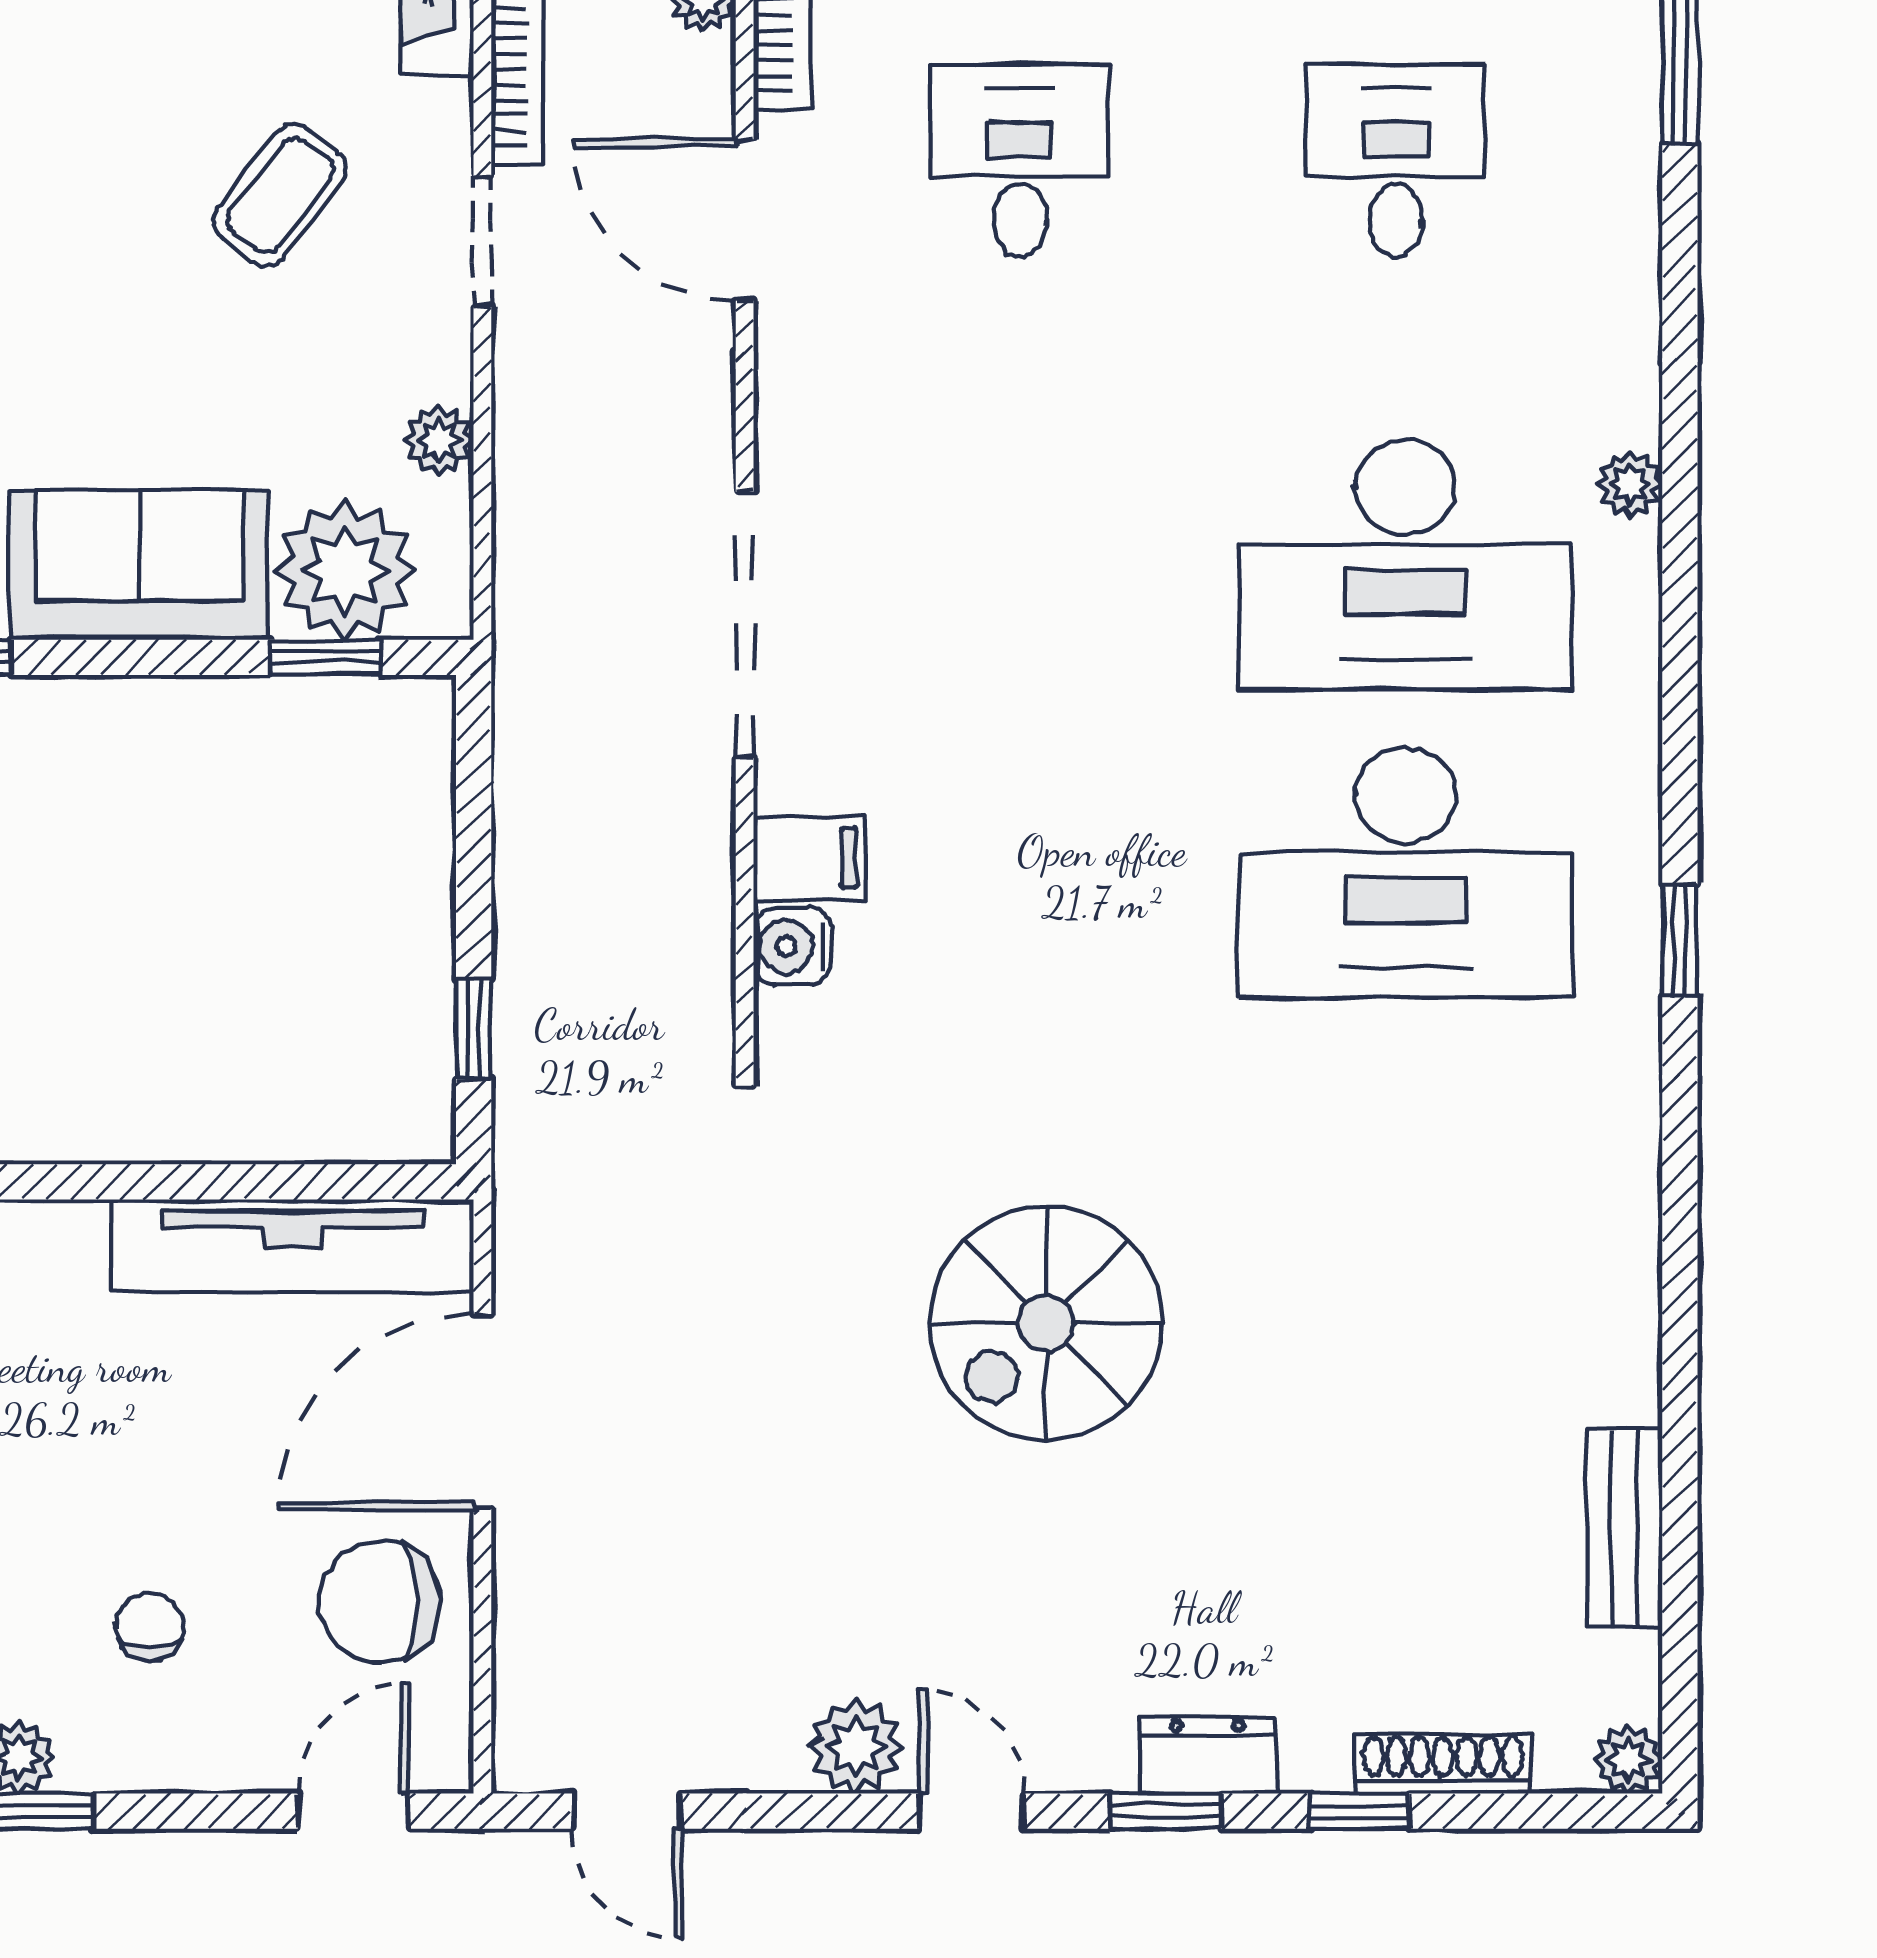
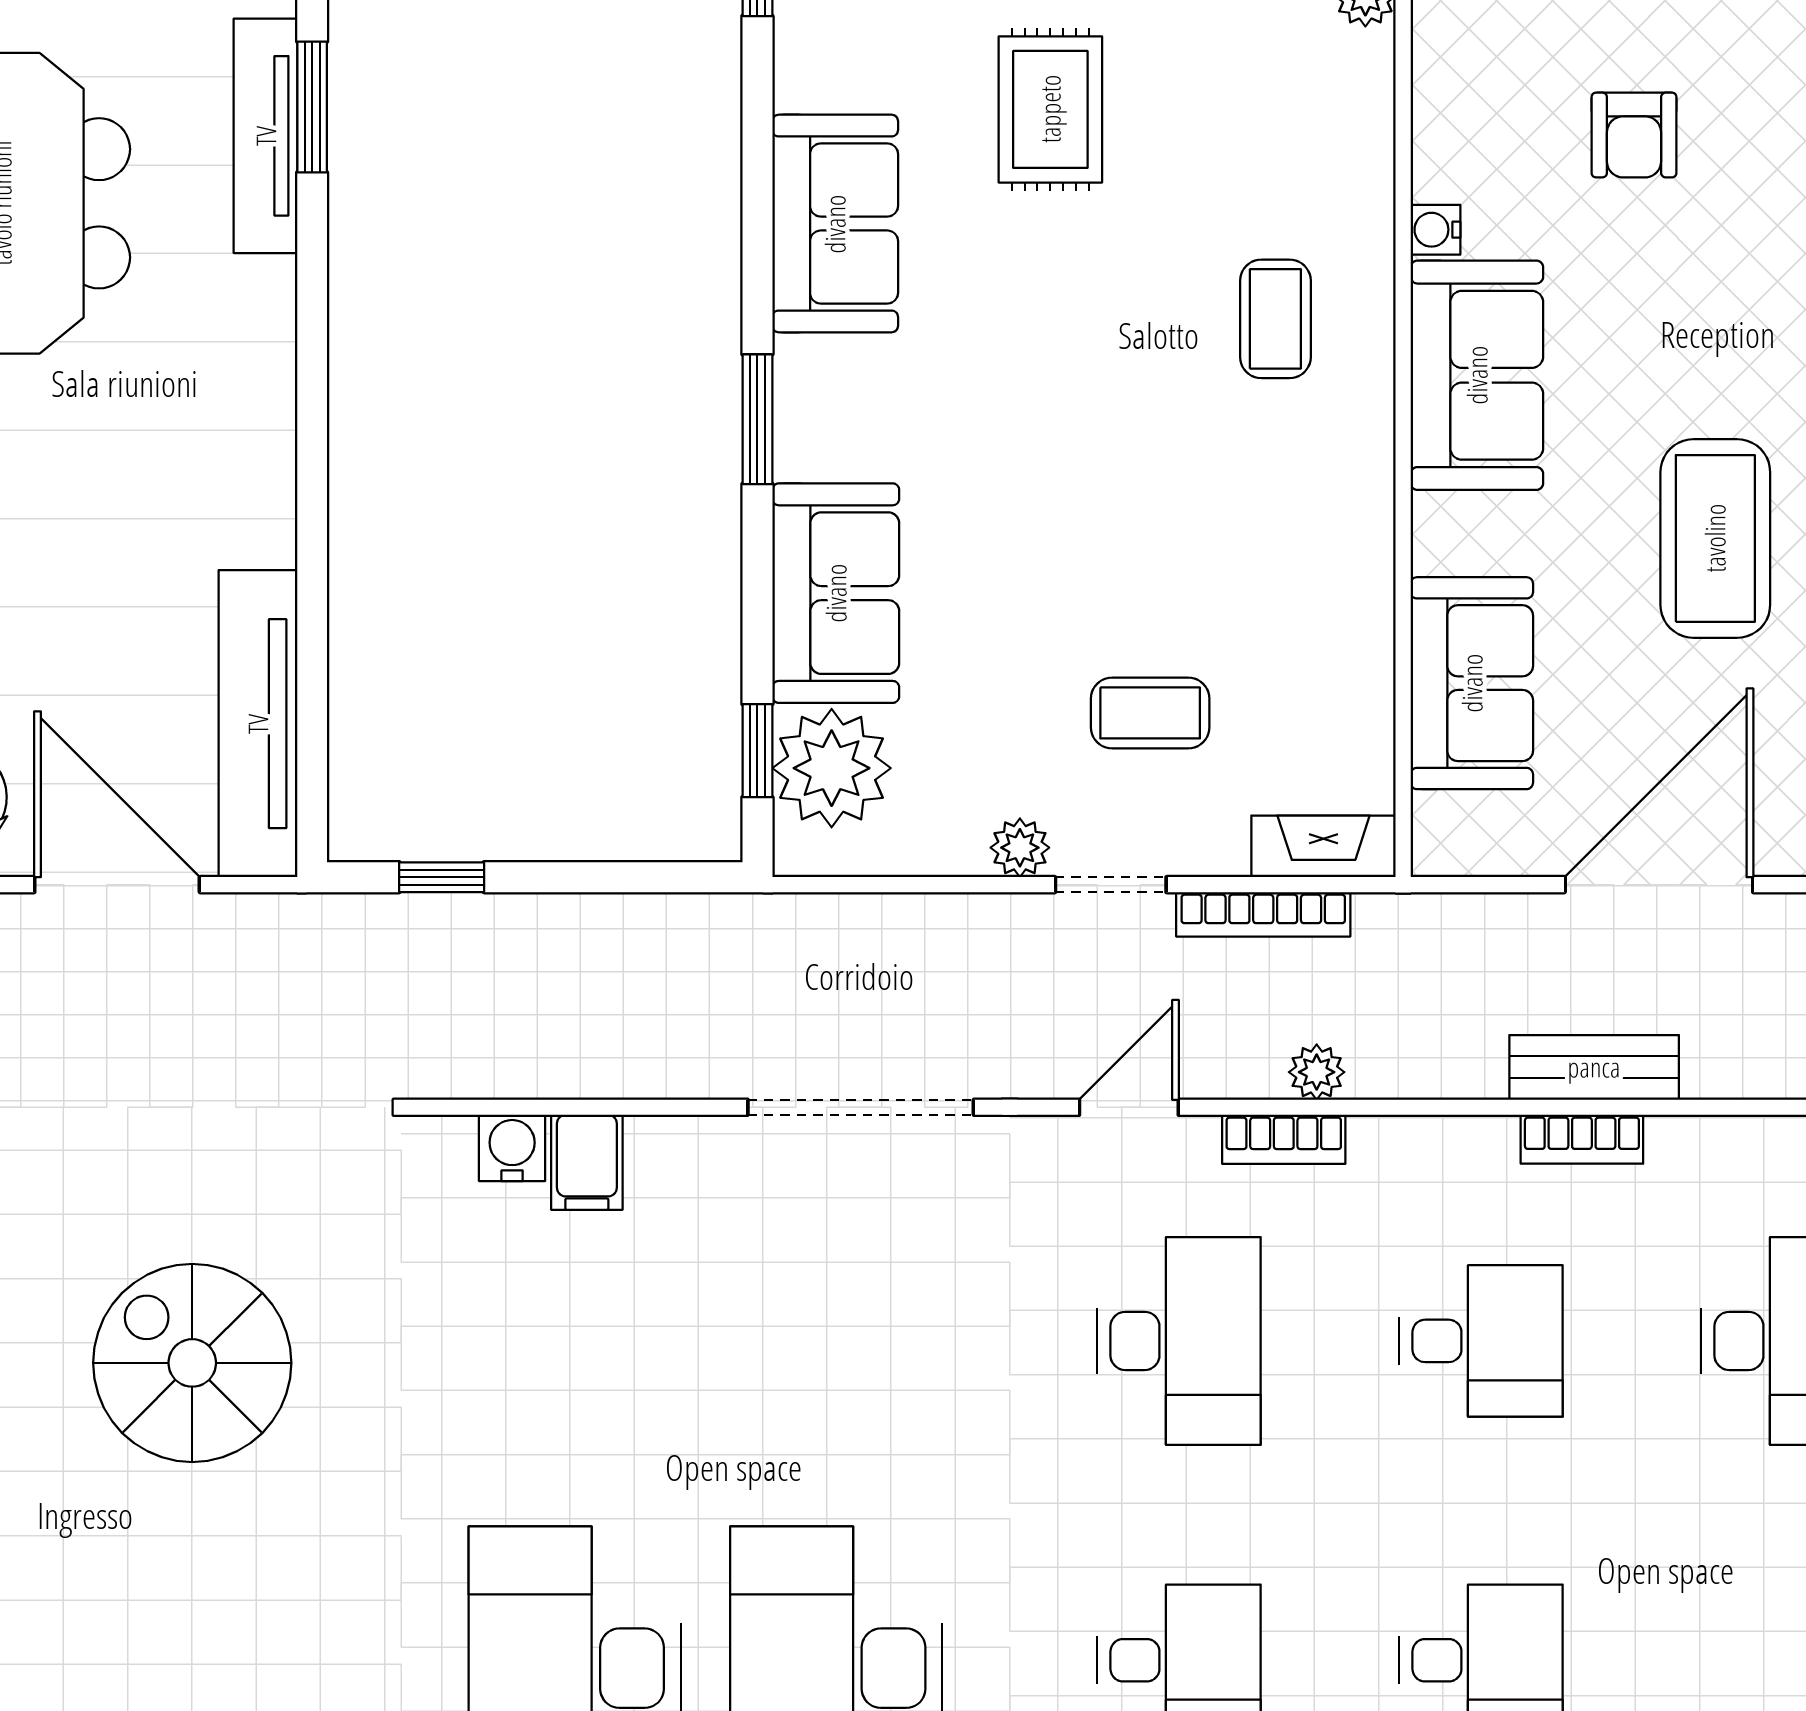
desk: (1020, 161) -> (1179, 1341), width x1.37
coffee table: (280, 195) -> (1150, 713), turned -38
door: (745, 220) -> (1129, 1107), width x0.73
plant: (439, 440) -> (1020, 848), moved
doorway: (745, 625) -> (861, 1107), moved

